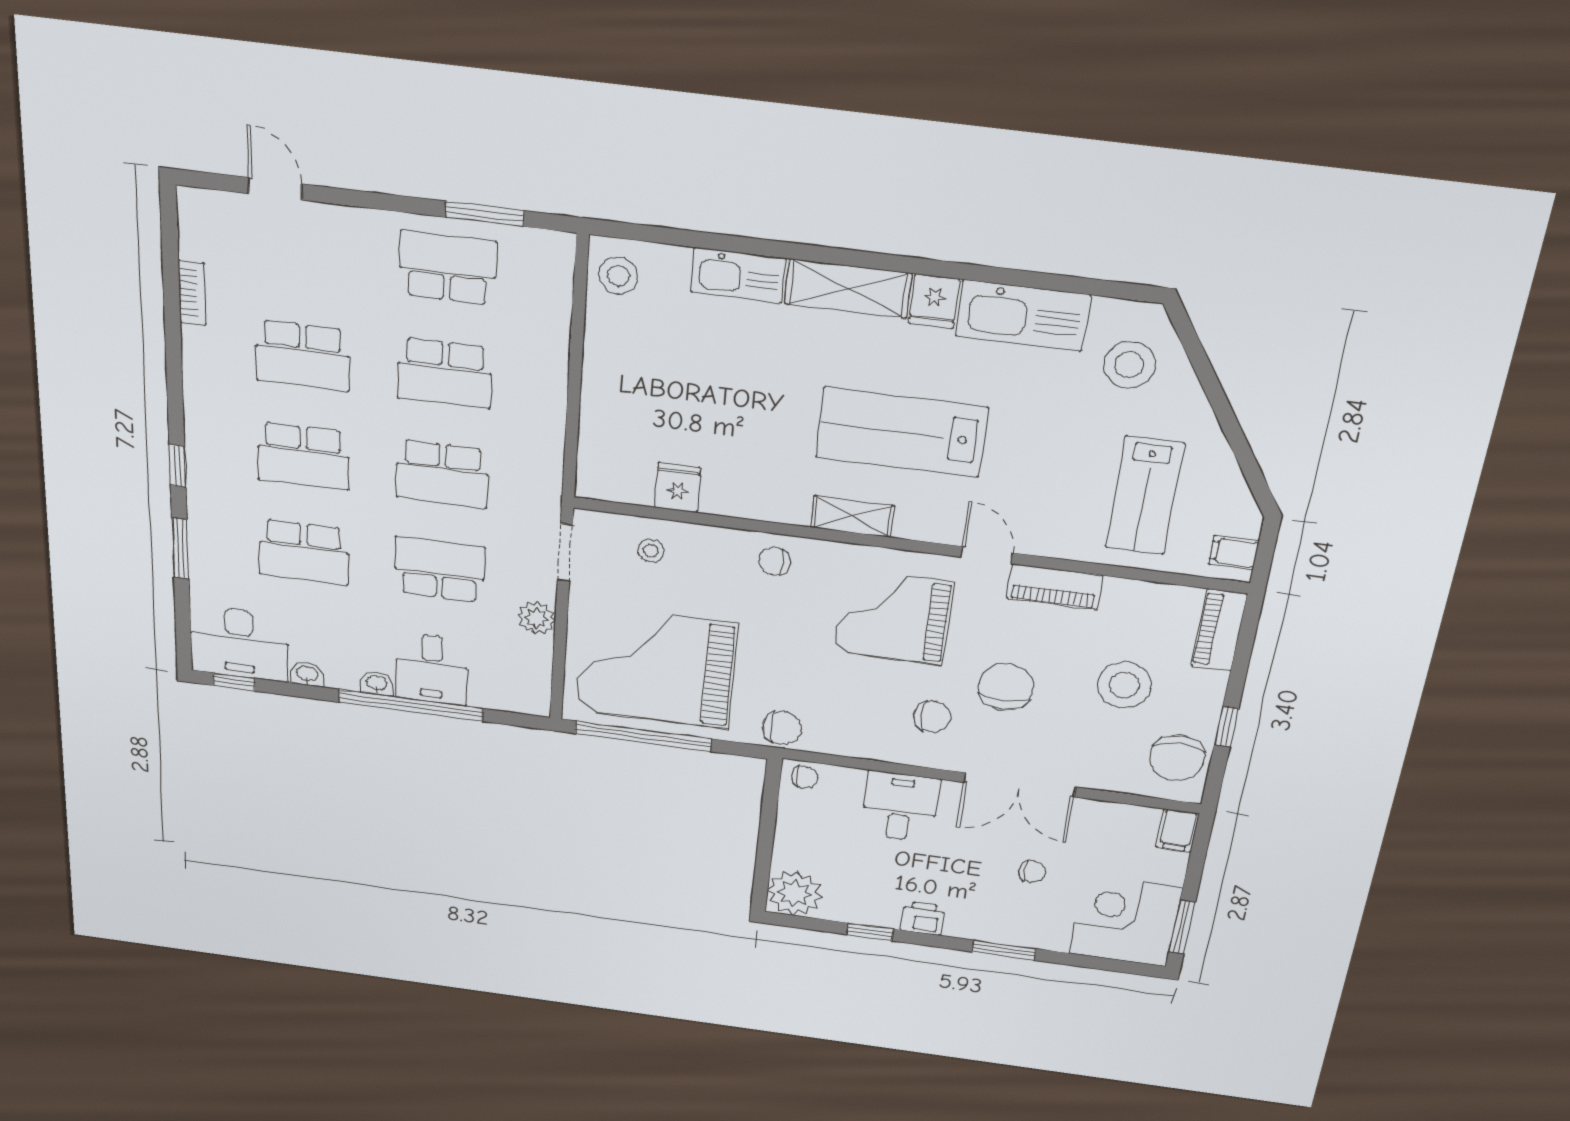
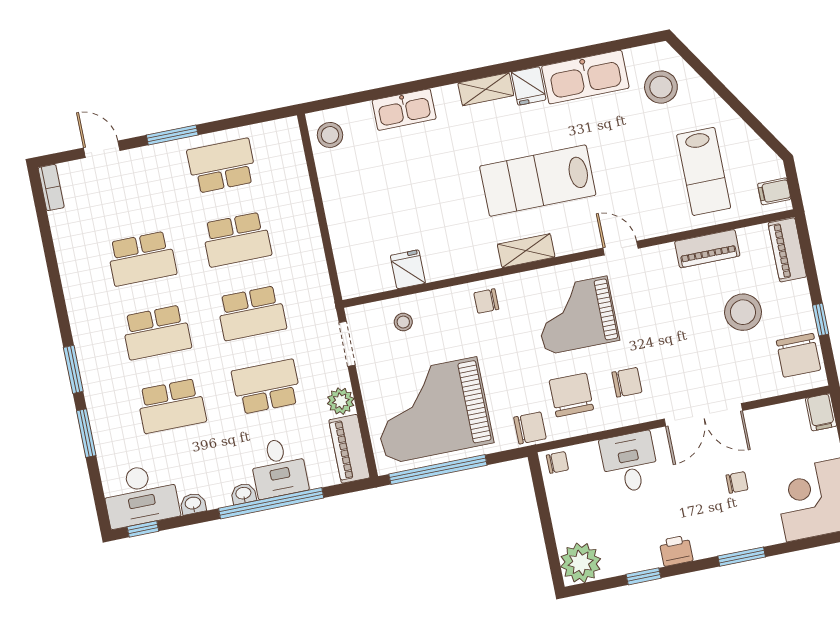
window: (485, 214) -> (172, 135), moved
shelving: (848, 289) -> (486, 89), width x0.67, depth x0.75
bookcase: (192, 293) -> (51, 188), moved
window: (177, 466) -> (73, 369), width x1.50
piano: (1054, 587) -> (707, 249), moved
piano: (532, 677) -> (349, 449), added
chair: (1006, 687) -> (571, 395), moved

